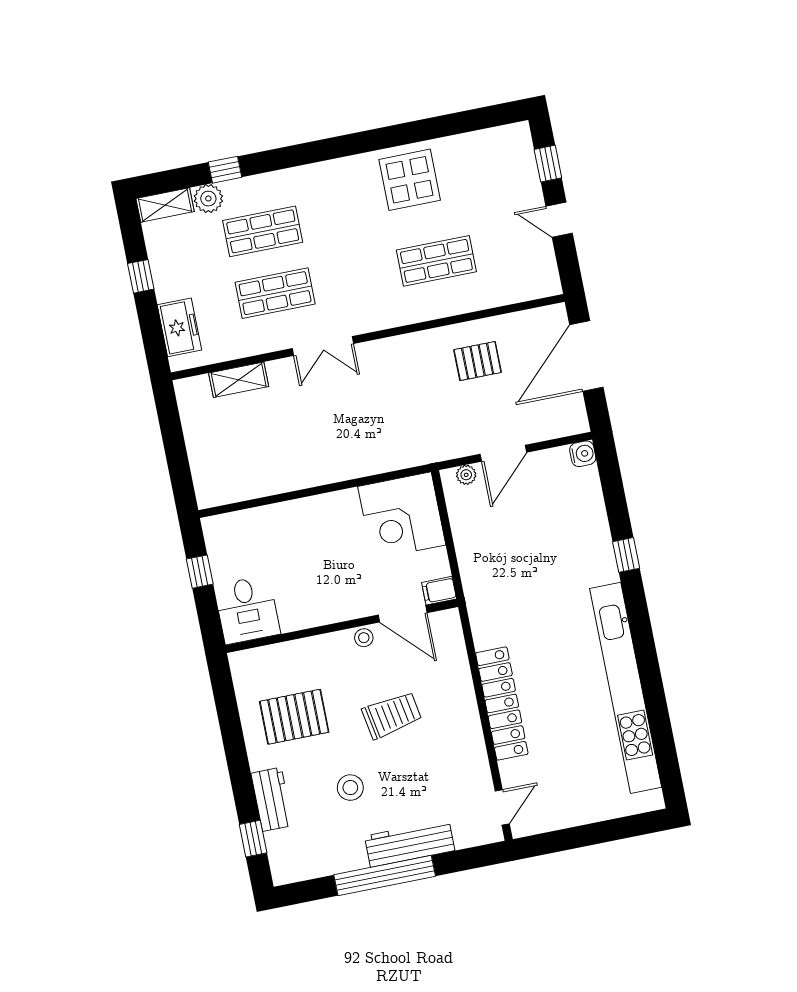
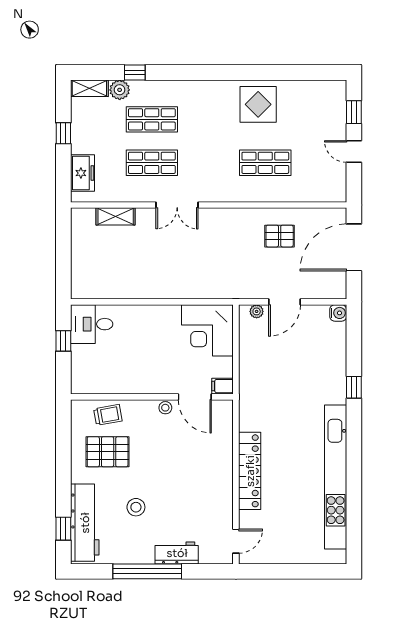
desk: (247, 610) -> (92, 324), moved, turned 90
trolley: (392, 715) -> (108, 415), moved, width x0.73, depth x0.72
workbench: (272, 799) -> (85, 523), width x1.88, depth x1.32
workbench: (410, 843) -> (177, 553), width x0.73

